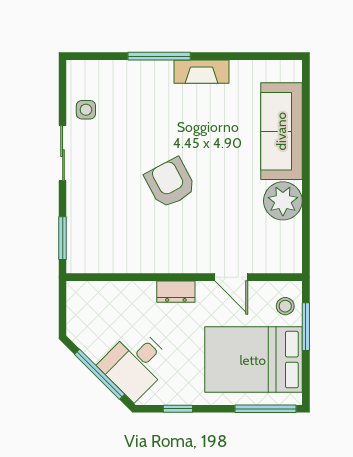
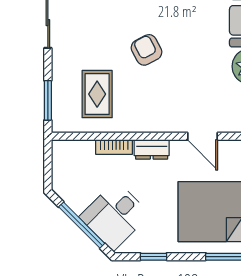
armchair: (170, 183) -> (147, 50), width x0.72, depth x0.72
rug: (116, 231) -> (97, 94), added
bookcase: (135, 289) -> (114, 147), added

